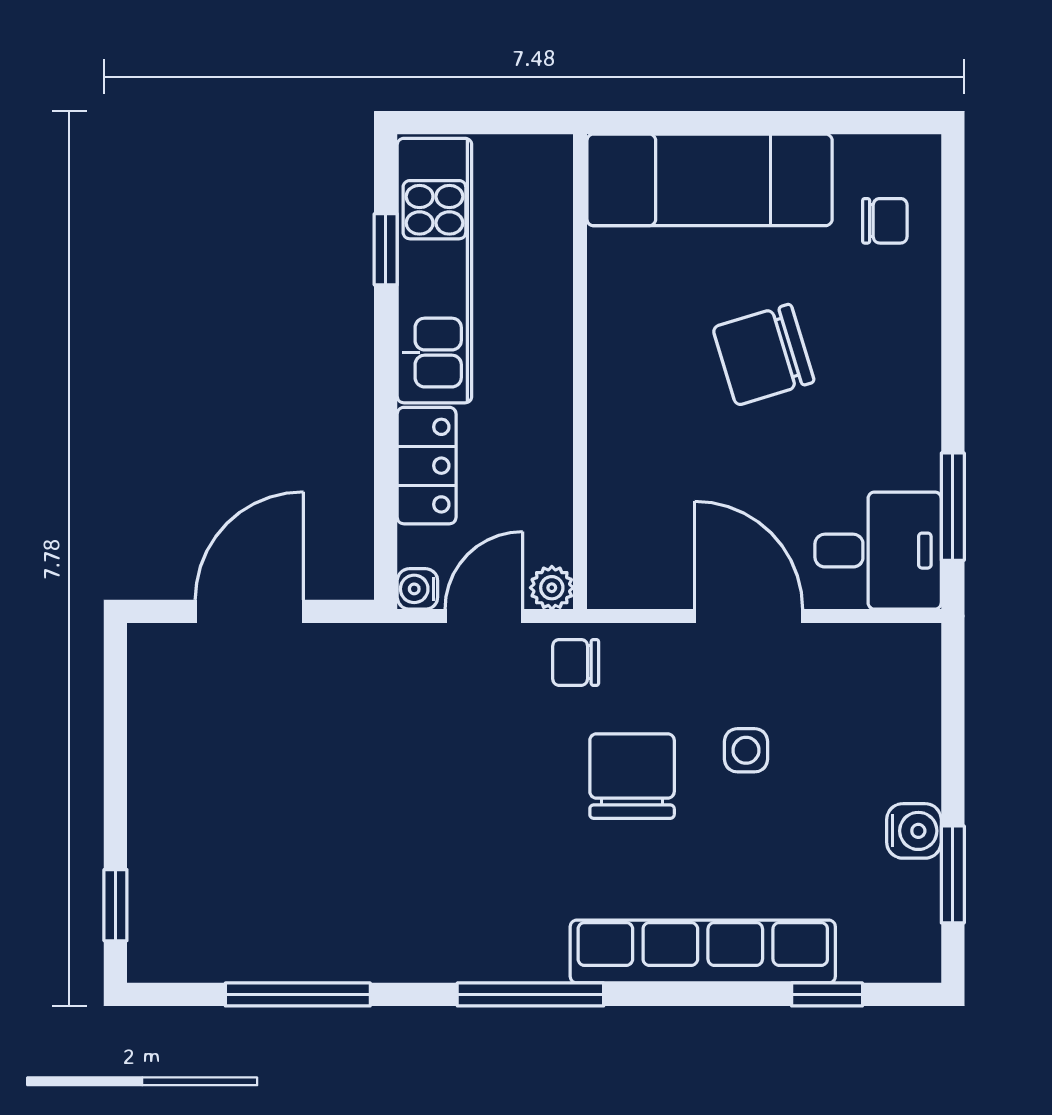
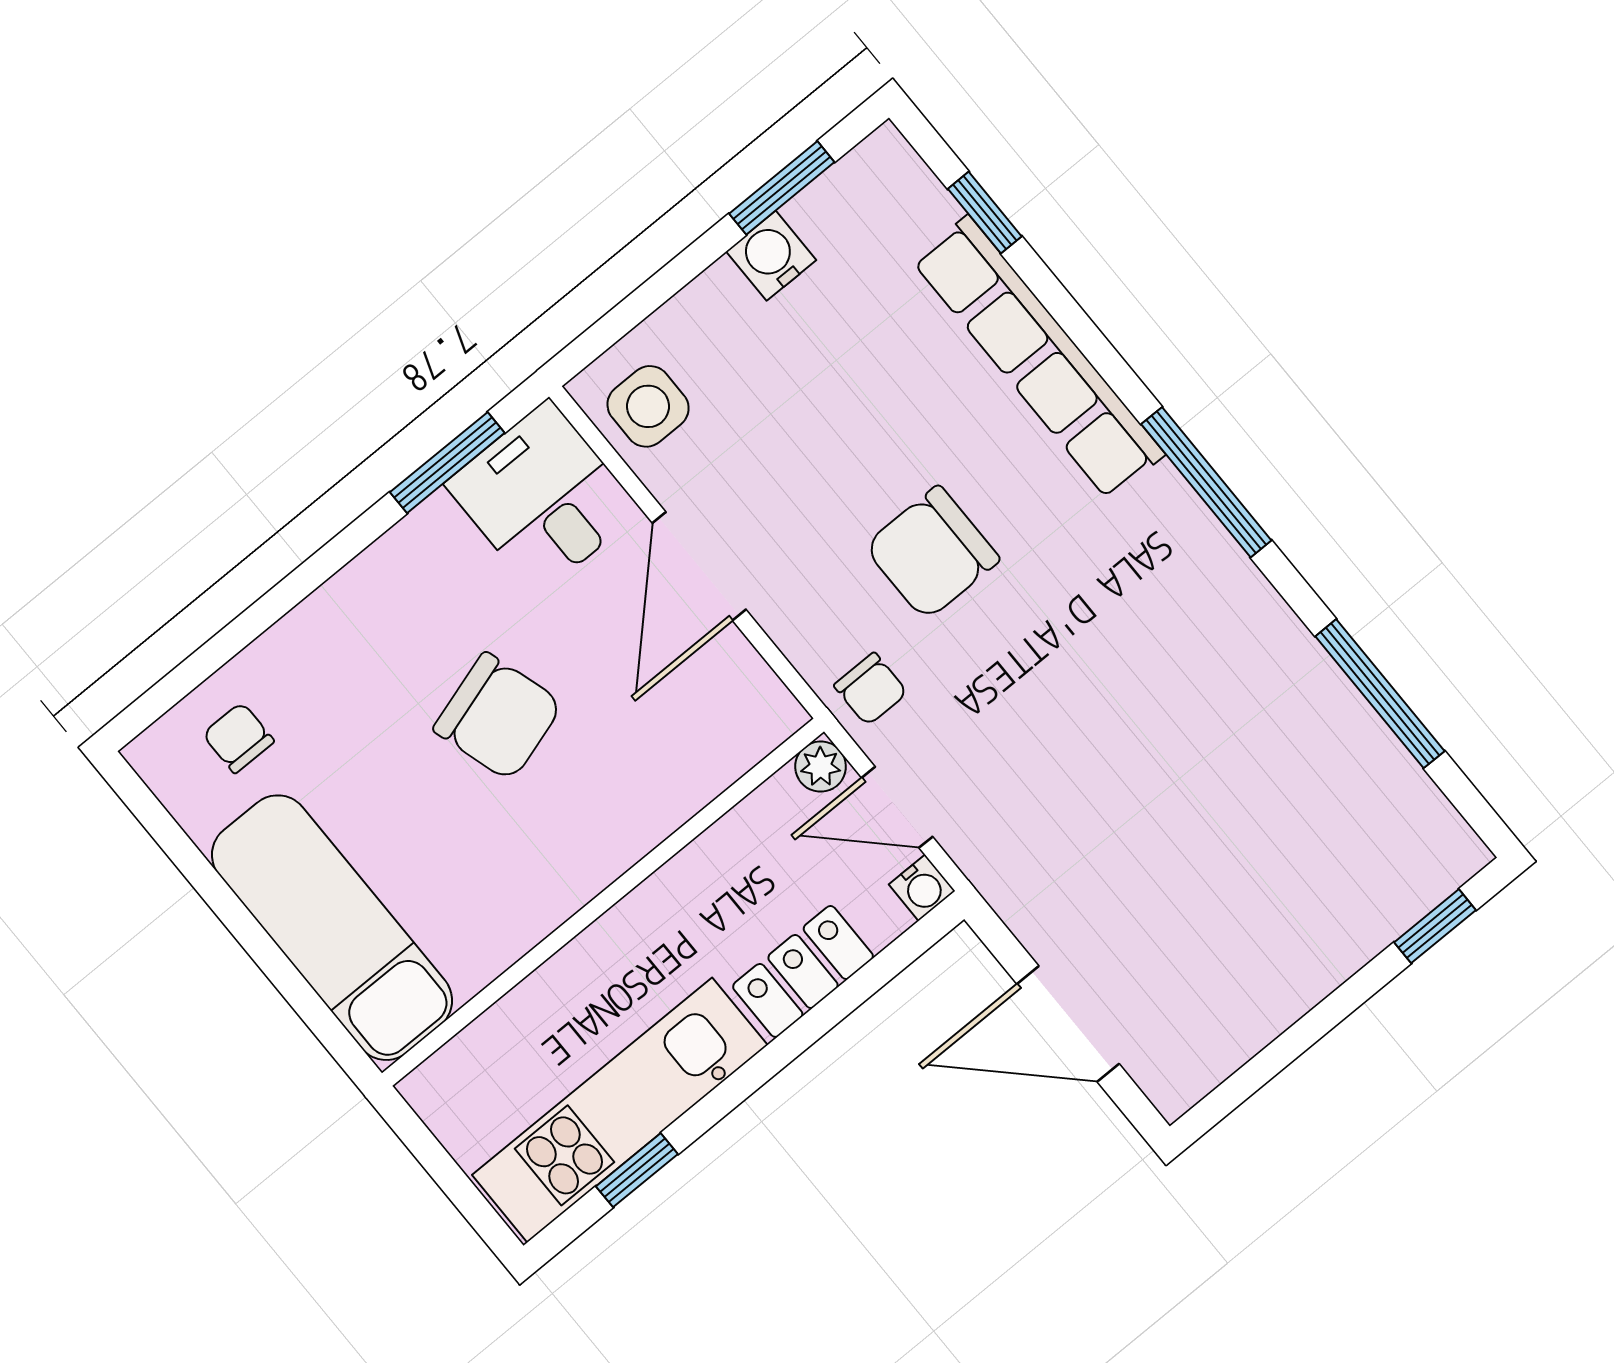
chair: (763, 355) -> (498, 717), moved
side table: (746, 750) -> (648, 406), moved, width x1.37, depth x1.37

